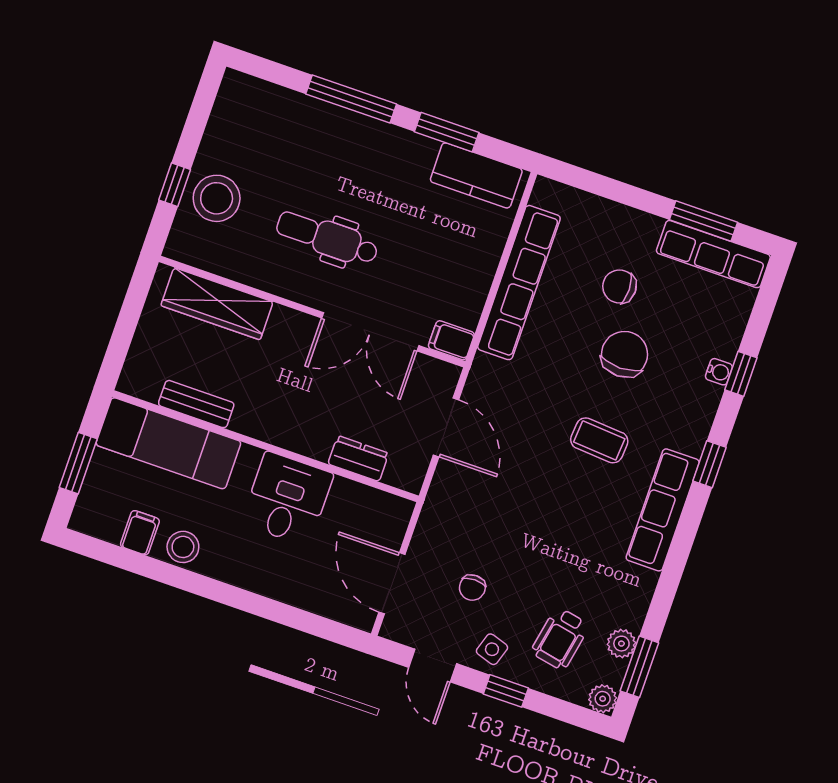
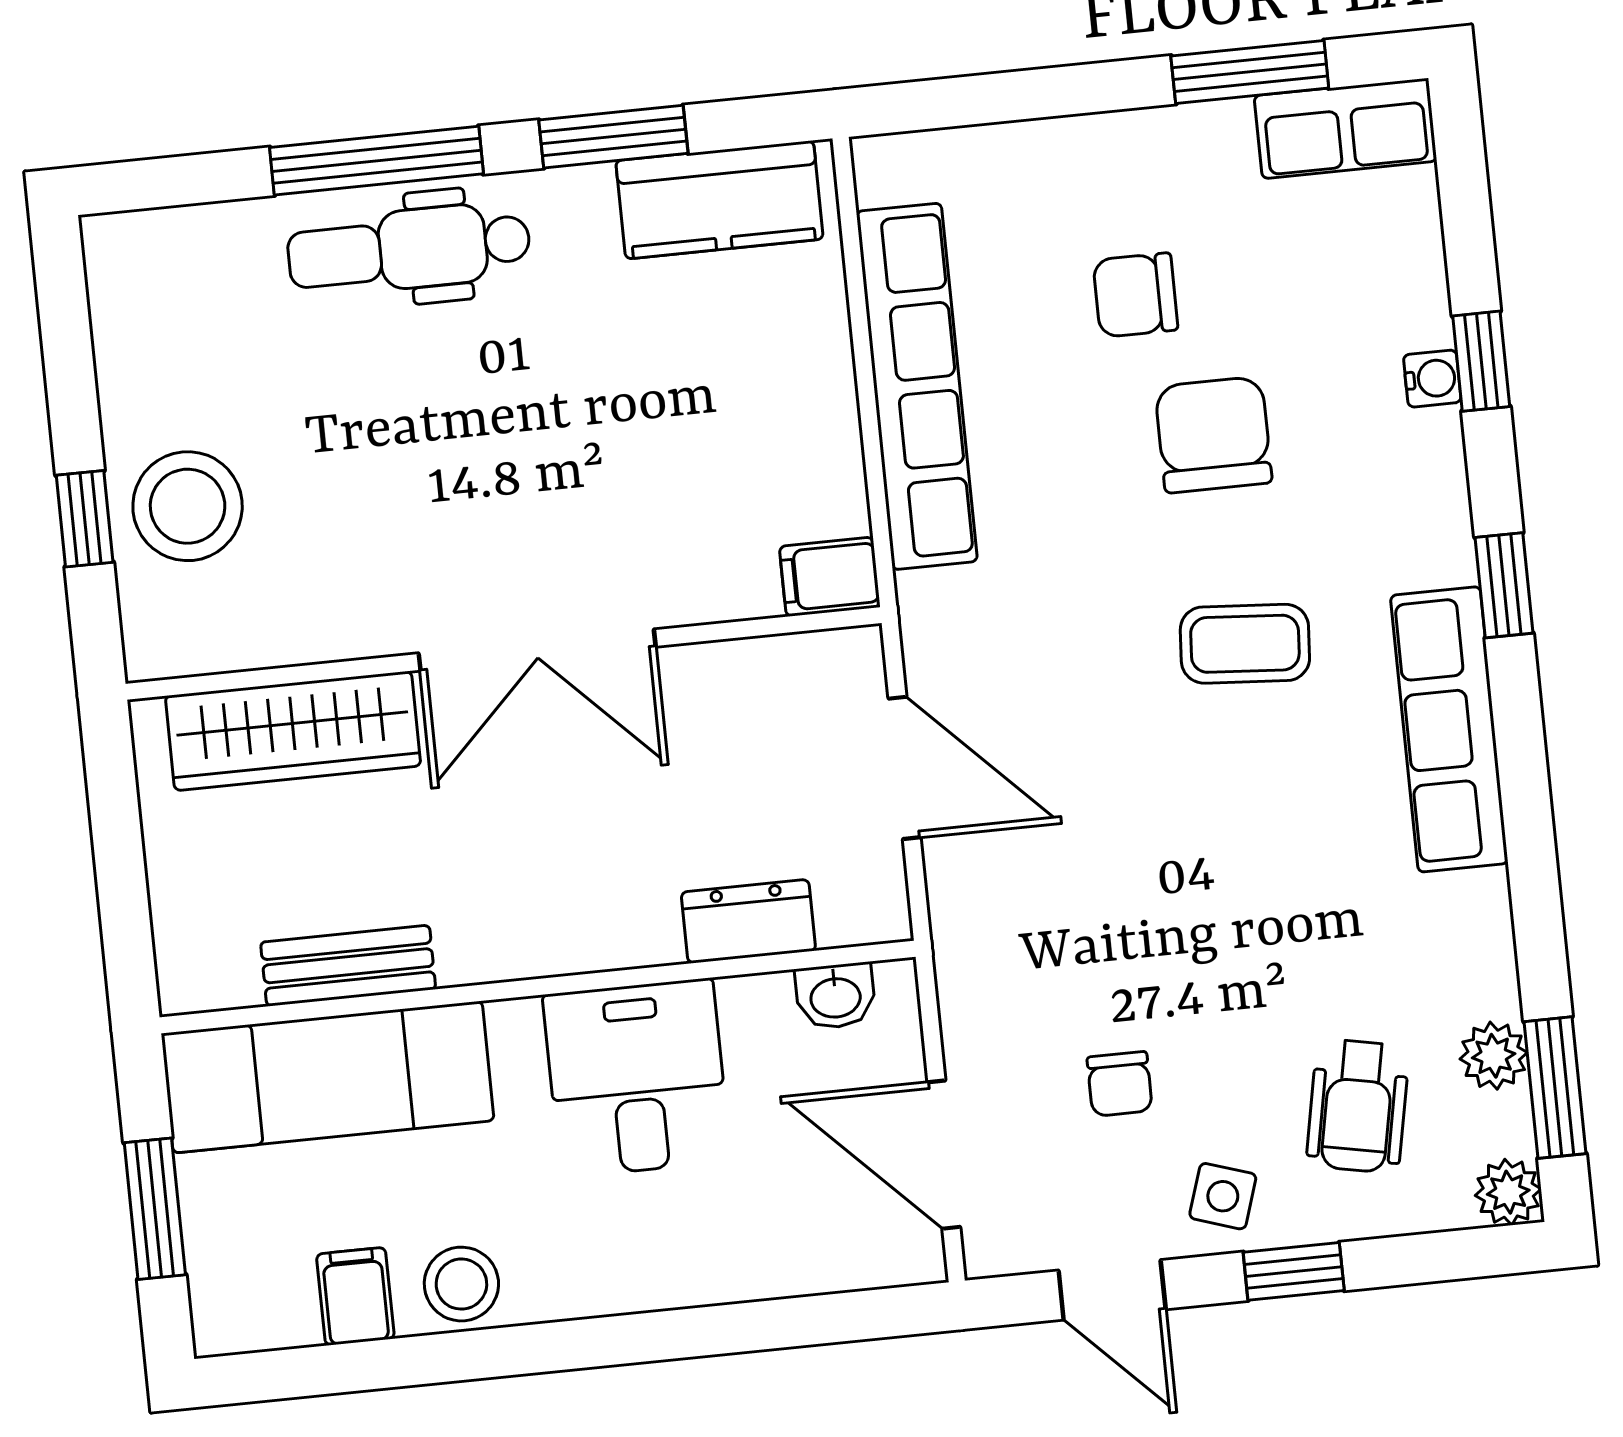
dental chair: (327, 238) -> (409, 249), moved
row of seats: (713, 254) -> (1345, 128), width x0.68
double door: (370, 332) -> (537, 650), moved
washbasin: (379, 503) -> (835, 996), added

